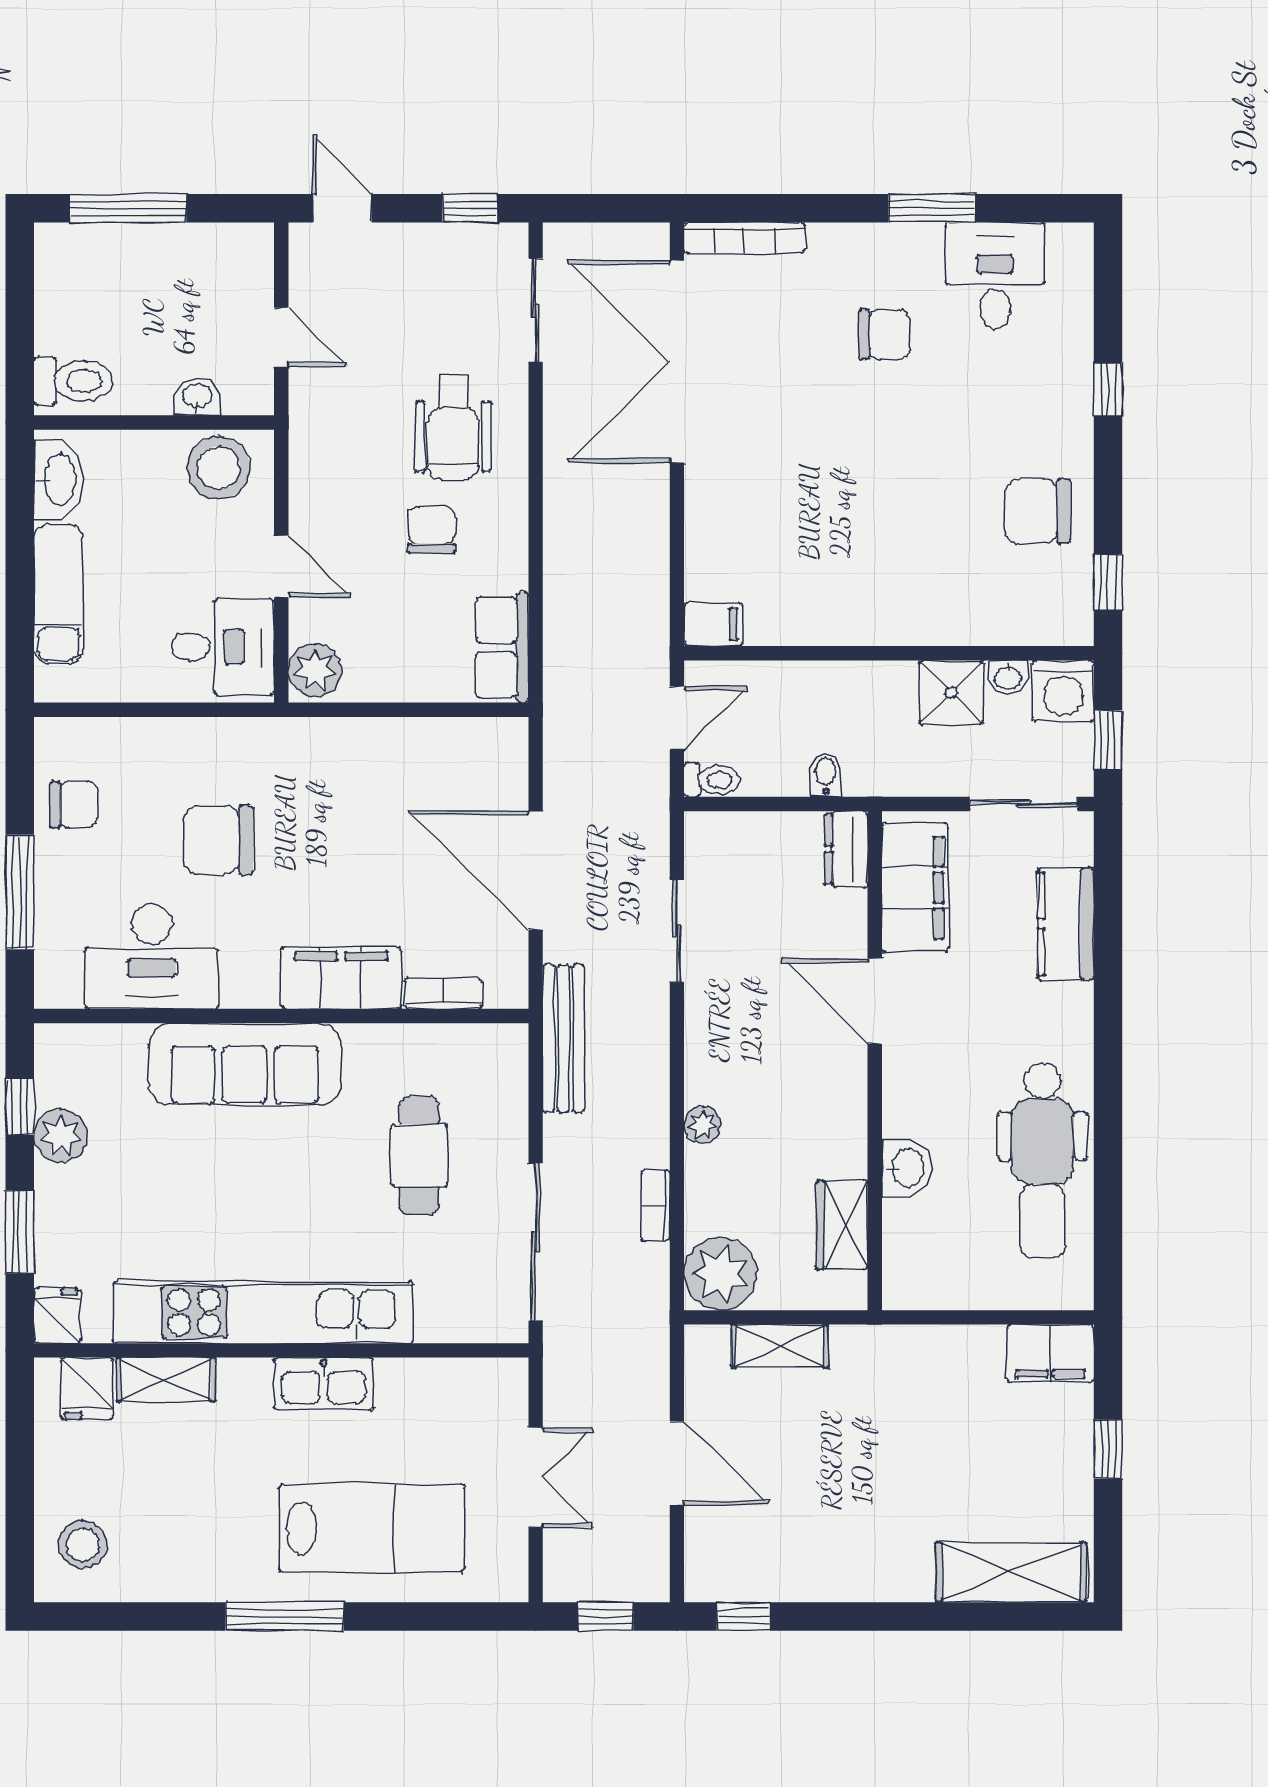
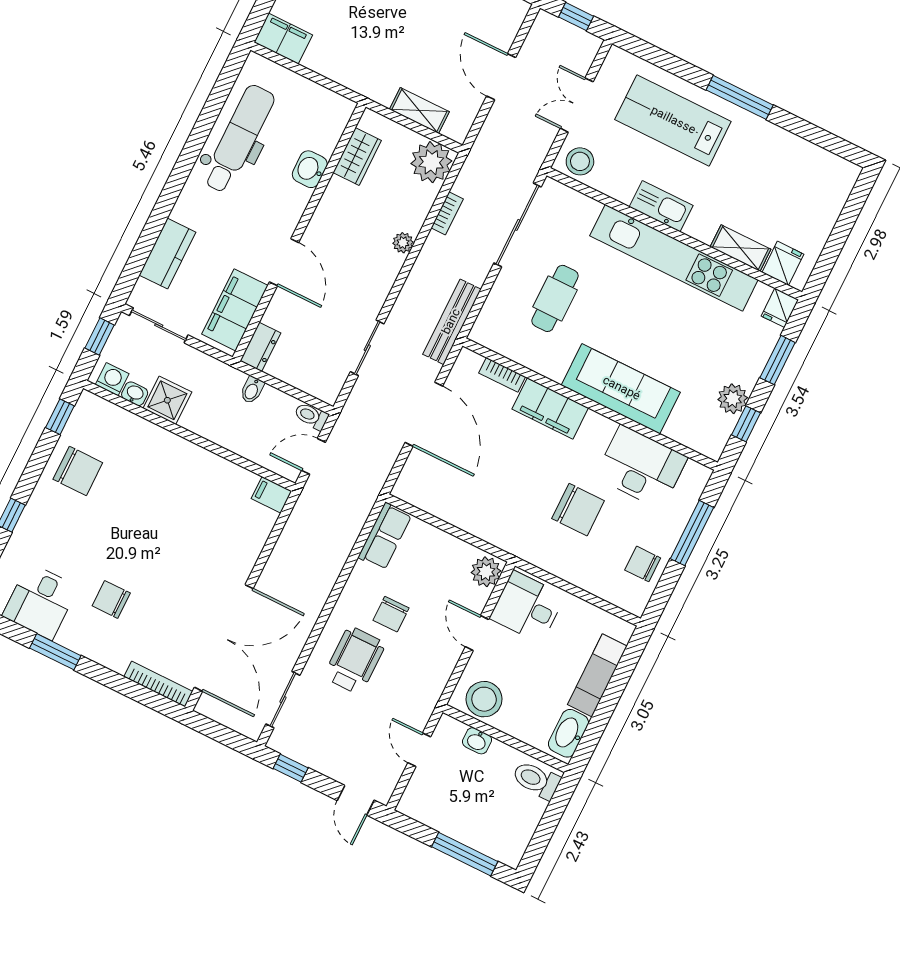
washing machine: (1063, 691) -> (112, 379), width x0.73, depth x0.73
stool: (83, 1544) -> (580, 161), moved

